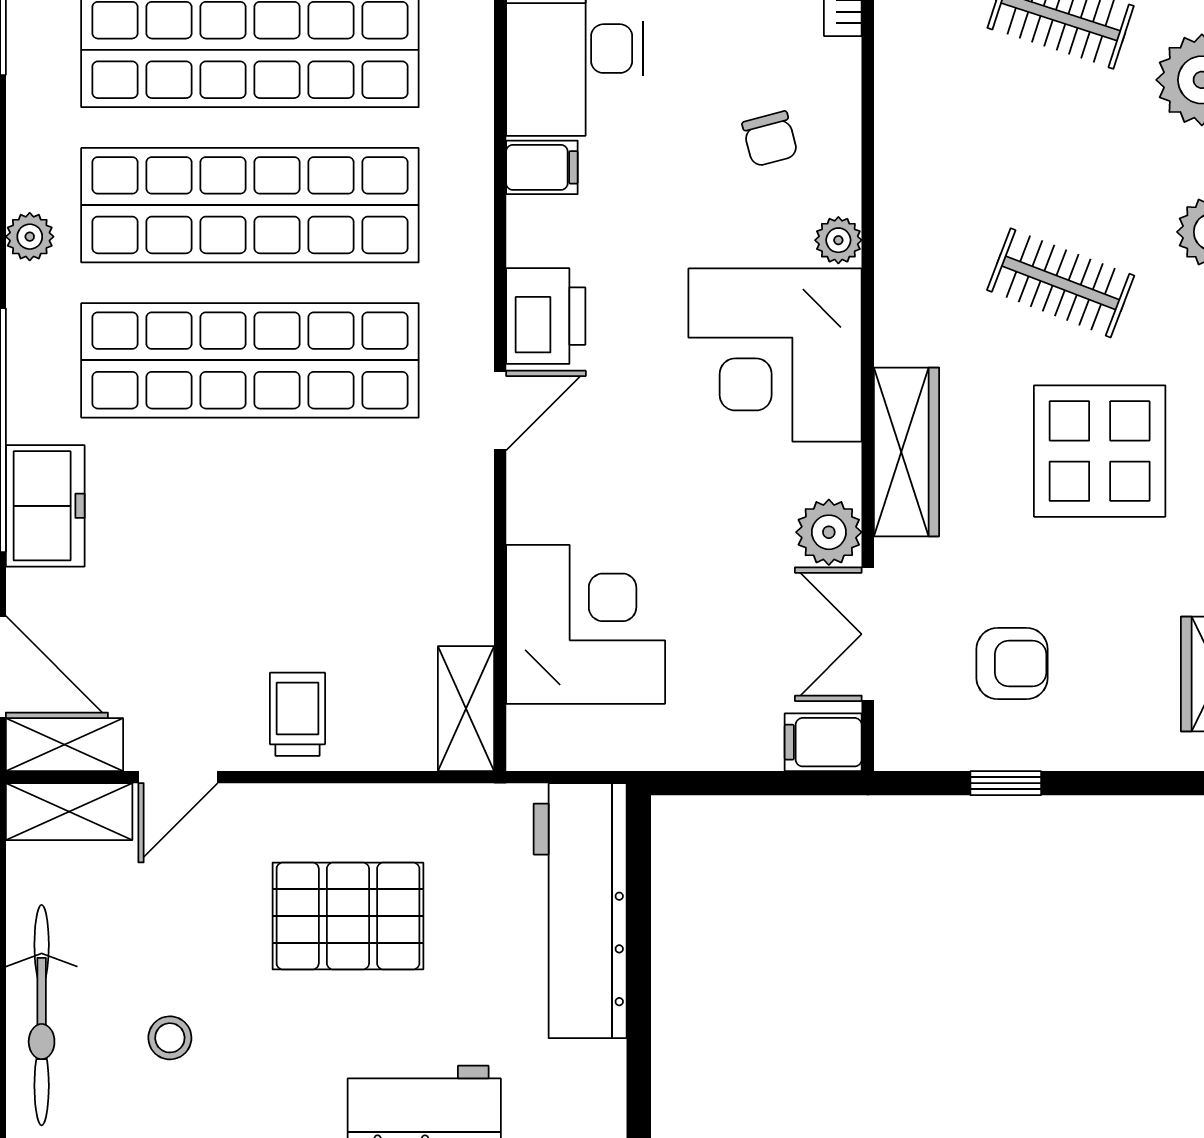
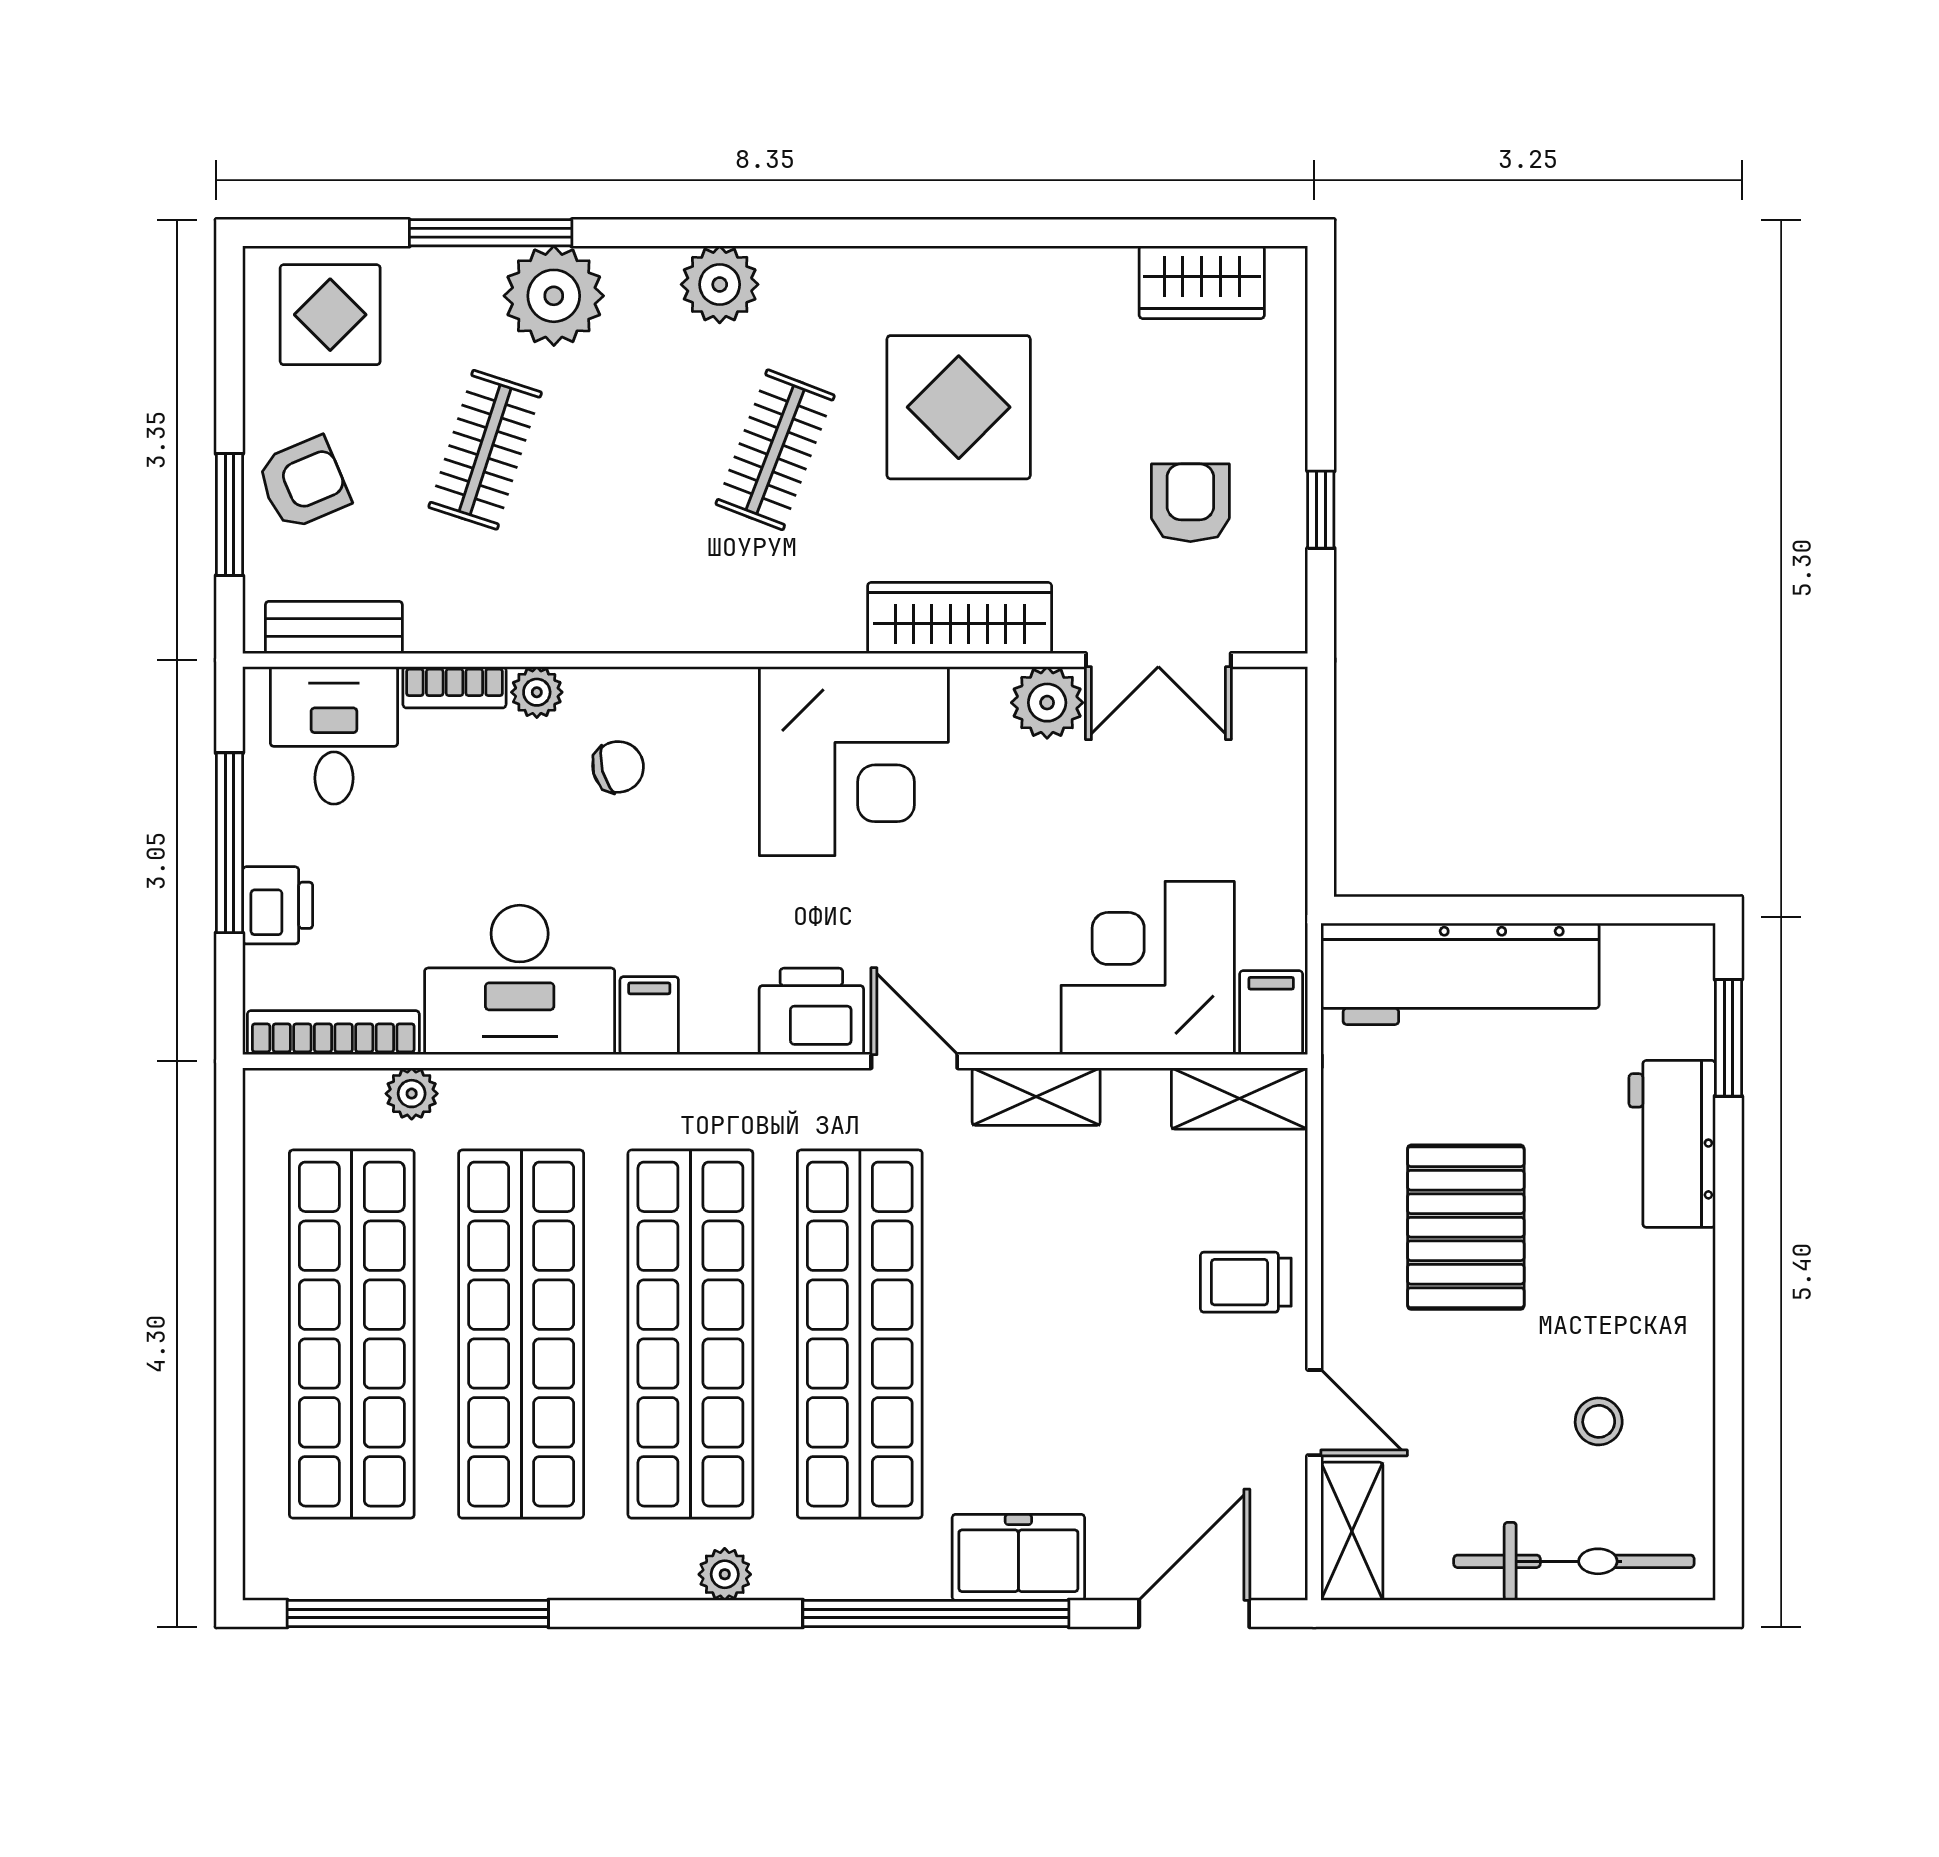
plant: (838, 240) -> (537, 692), moved
filing cabinet: (823, 742) -> (1271, 1013), moved, turned 180
shelving: (65, 745) -> (1036, 1097), moved, turned 90

